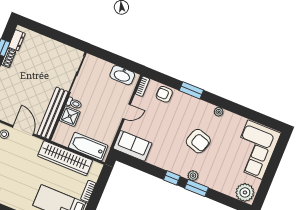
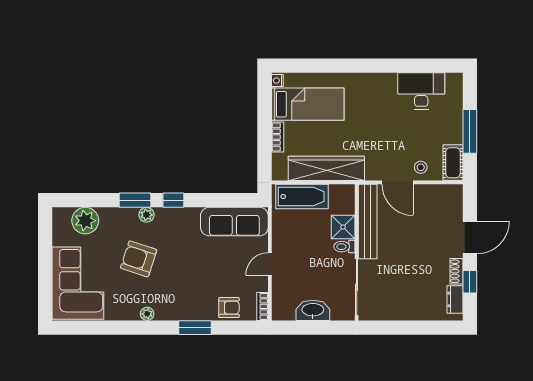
washbasin: (122, 75) -> (313, 310), moved
armchair: (198, 141) -> (139, 259), moved
sofa: (133, 146) -> (234, 222), width x1.36
plant: (245, 192) -> (85, 221), moved

